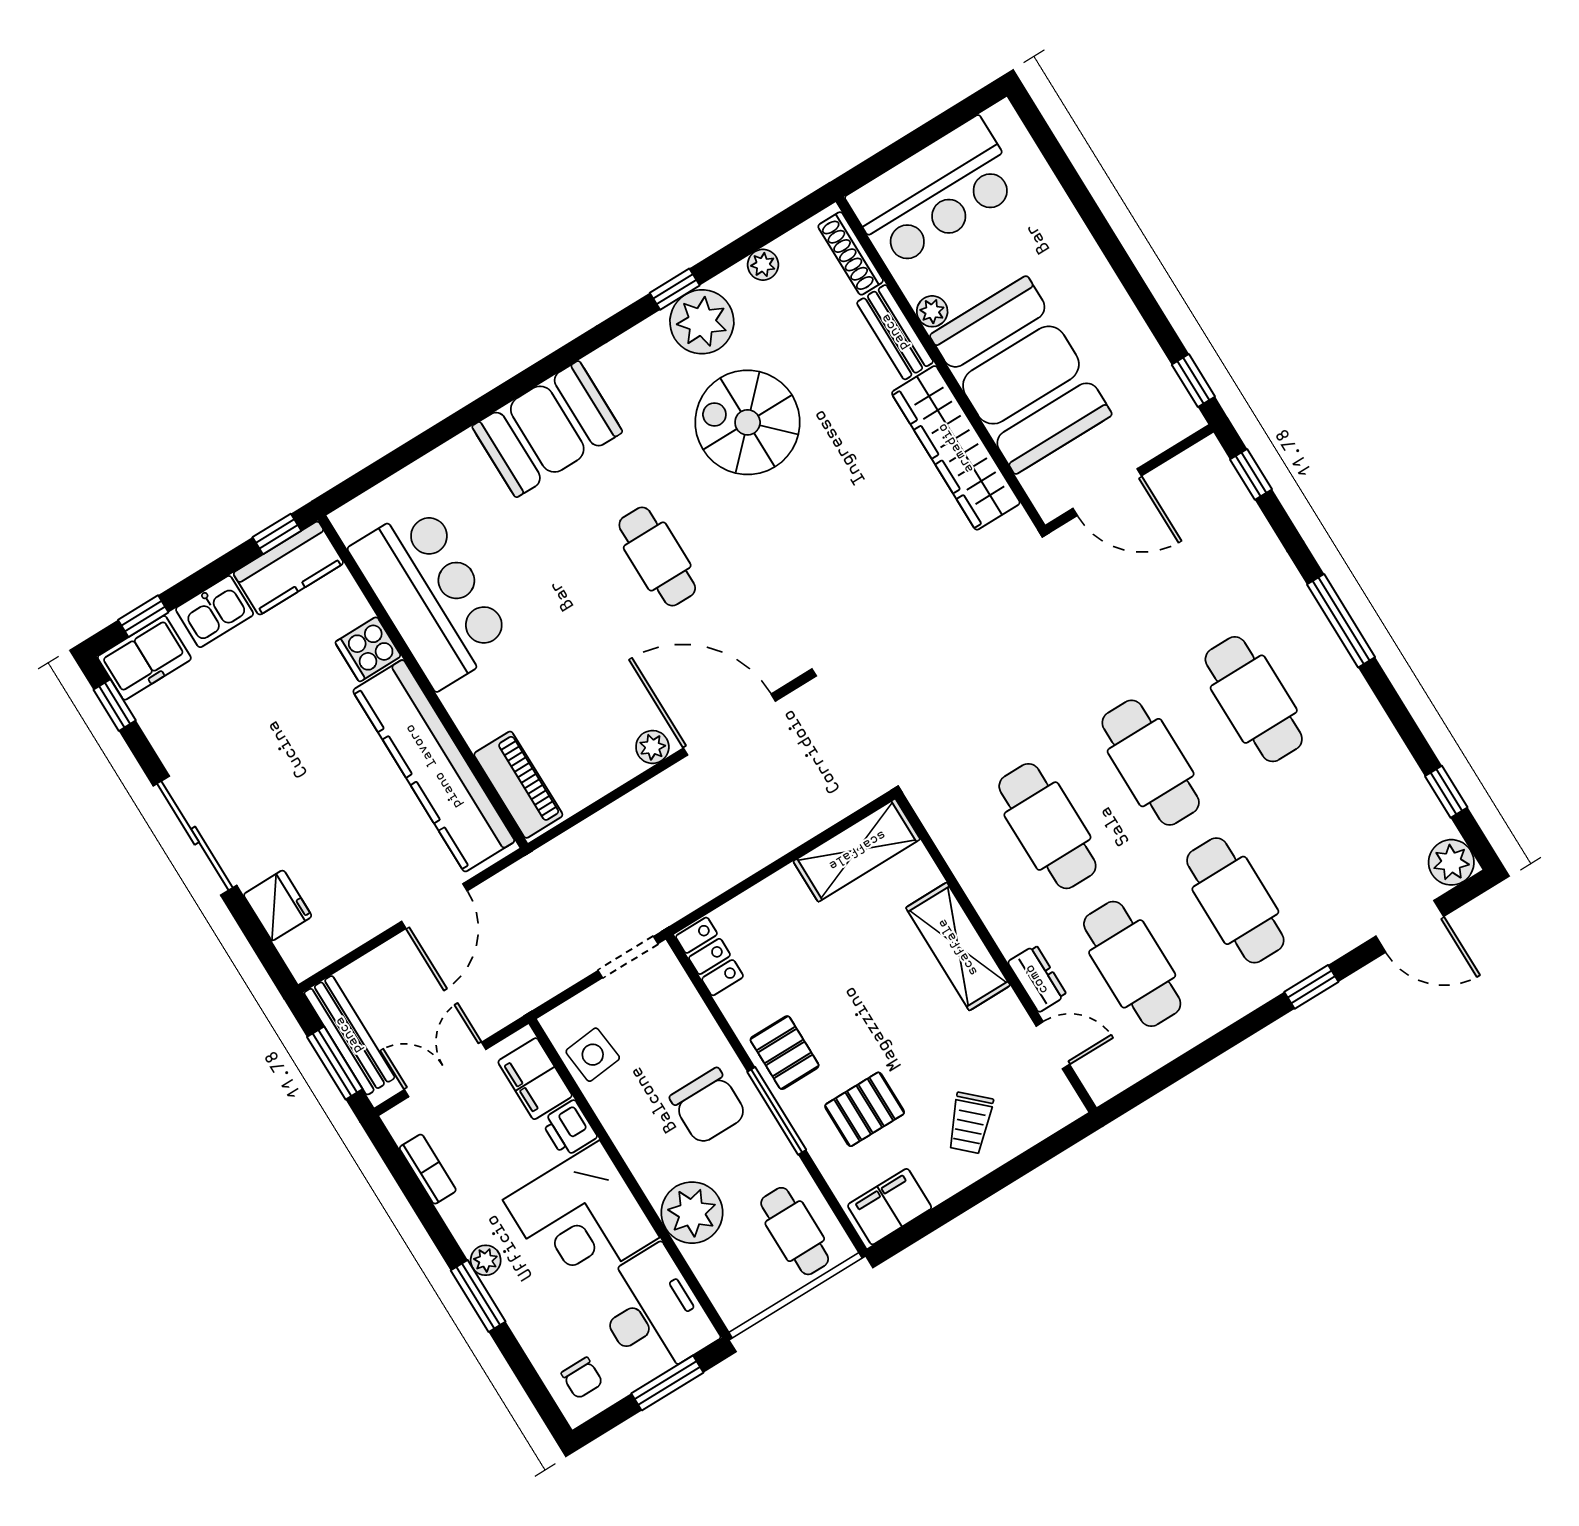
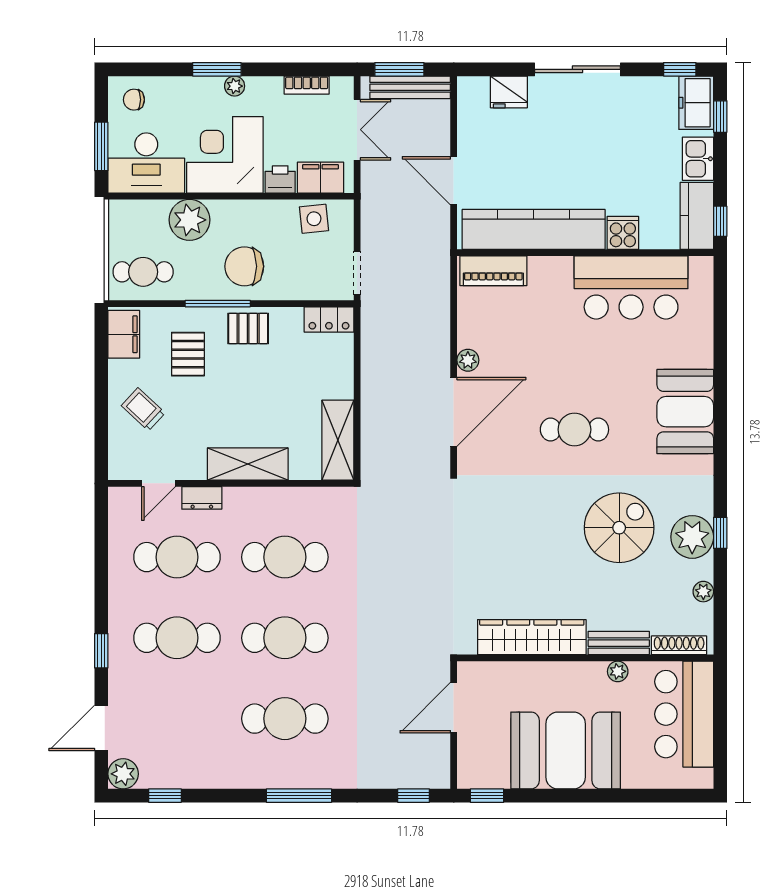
booth: (1021, 375) -> (566, 750), moved

